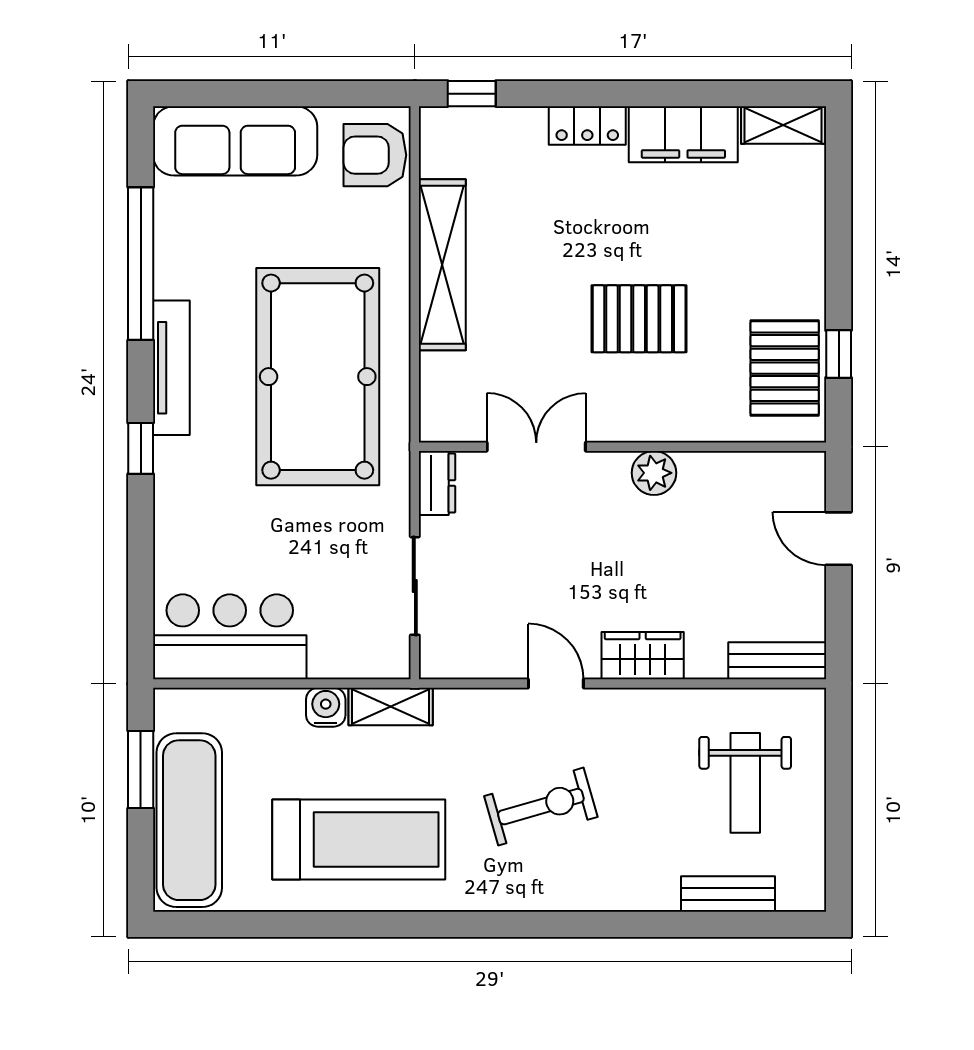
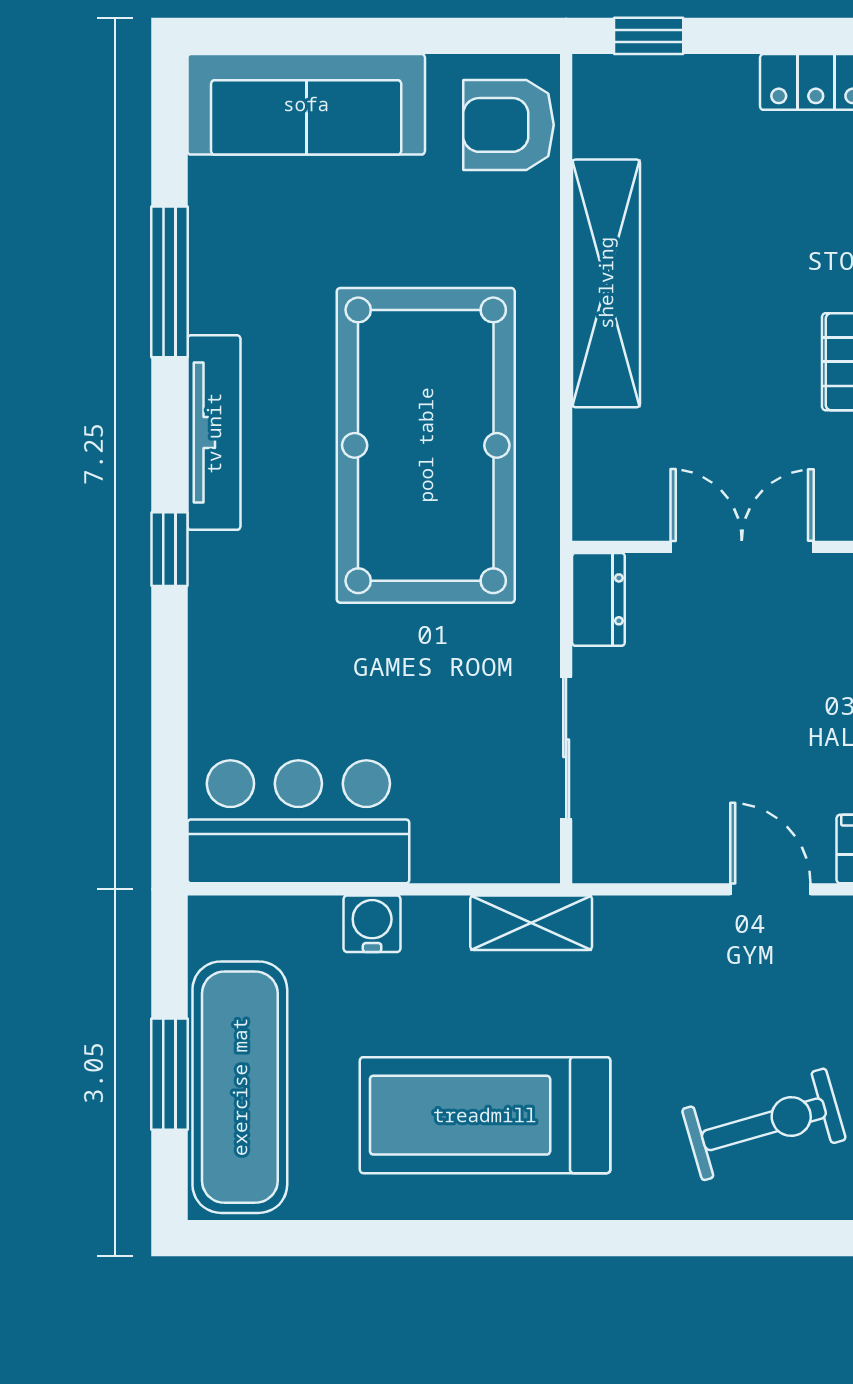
window: (141, 264) -> (169, 282), width x0.68
water cooler: (326, 707) -> (372, 924), moved
window: (141, 770) -> (169, 1074), moved
exercise bike: (541, 807) -> (764, 1124), moved
treadmill: (359, 839) -> (485, 1115), turned 180

